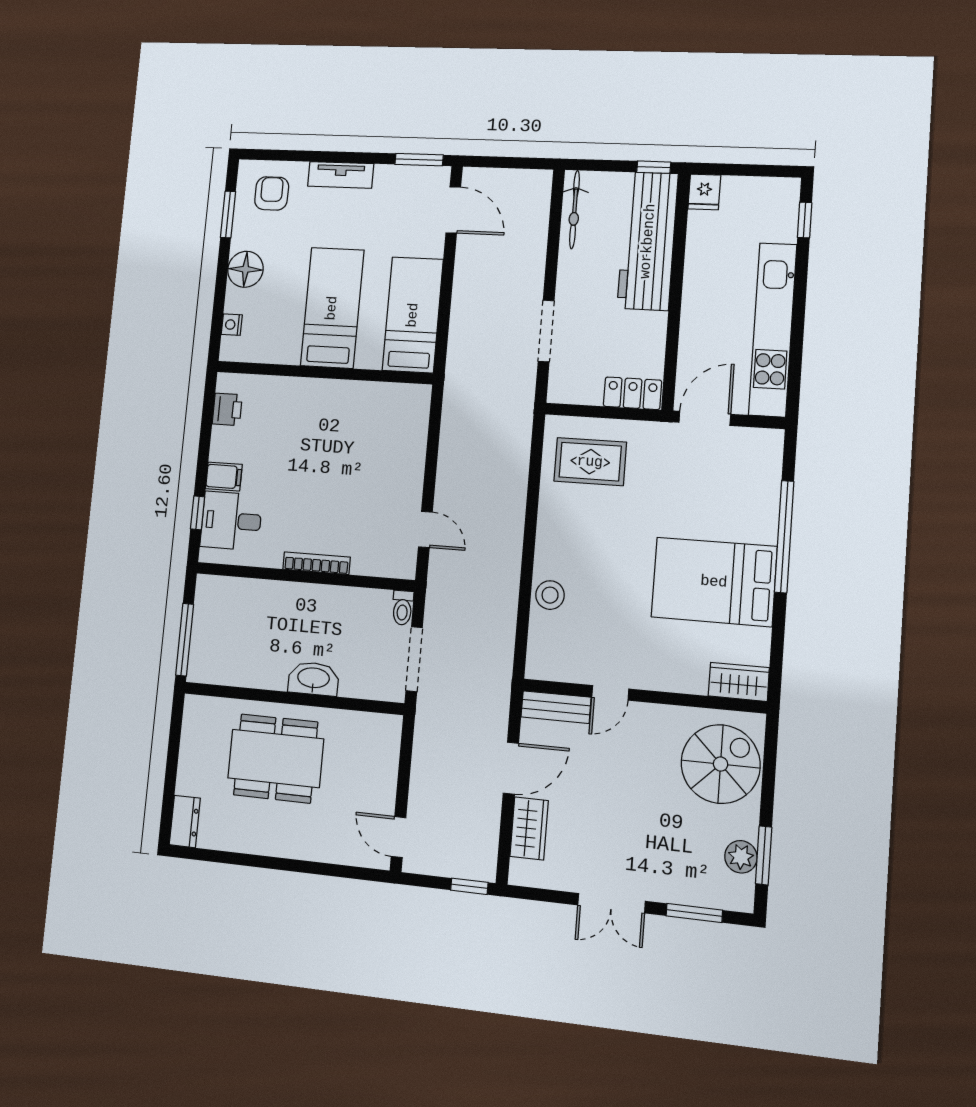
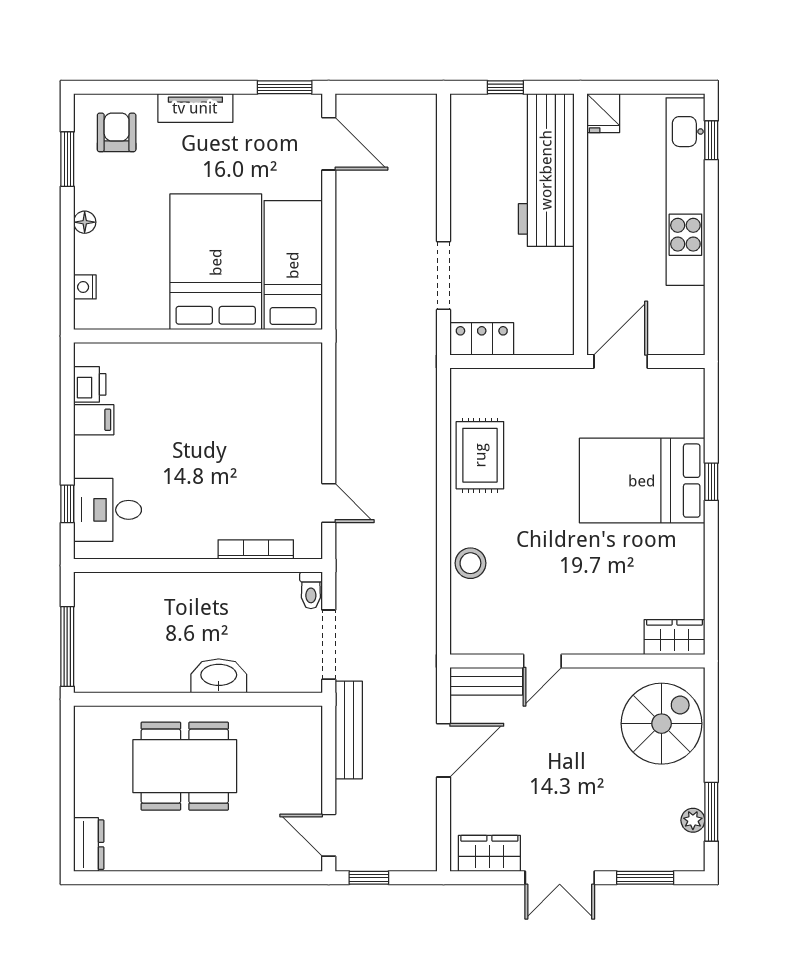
window: (654, 167) -> (505, 87), moved
bicycle: (575, 209) -> (464, 138), removed
floor lamp: (245, 269) -> (85, 222), width x0.53, depth x0.53
bed: (332, 308) -> (216, 262), width x1.50
kitchen unit: (773, 330) -> (685, 192), moved
locker: (633, 393) -> (482, 339), moved
rug: (590, 462) -> (480, 455), moved, turned 90
filing cabinet: (224, 477) -> (94, 420), moved
window: (784, 537) -> (711, 482), width x0.32
bookcase: (317, 563) -> (256, 549), moved
bed: (714, 582) -> (642, 481), moved
bench: (425, 740) -> (349, 730), added
wardrobe: (529, 828) -> (489, 853), moved, turned -90
plant: (741, 857) -> (693, 820), width x0.73, depth x0.73
window: (469, 886) -> (369, 878), moved

